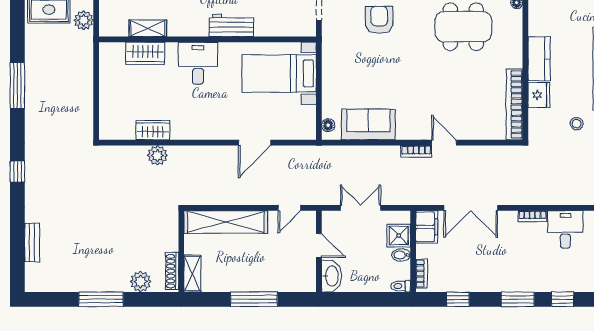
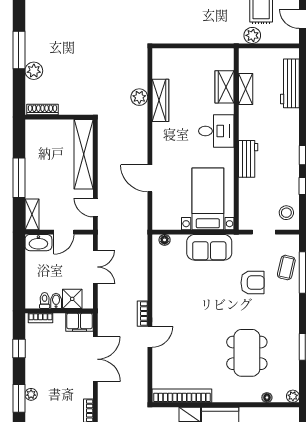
sofa: (368, 124) -> (209, 247), moved, turned 90
wardrobe: (153, 130) -> (160, 100), width x1.50
double door: (471, 208) -> (95, 359), swing flipped
shelving: (192, 273) -> (32, 214), moved, turned 90
plant: (141, 282) -> (34, 71), moved
plant: (513, 285) -> (31, 394), added
toilet: (401, 286) -> (45, 300), moved

